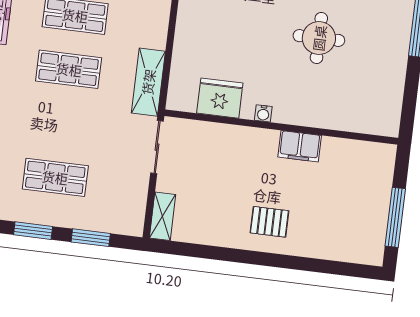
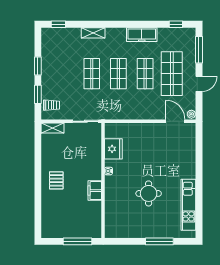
shelving: (148, 82) -> (117, 113), removed
shop shelf: (55, 177) -> (92, 74), moved
trolley: (116, 213) -> (51, 105), added
window: (395, 217) -> (78, 241), moved

